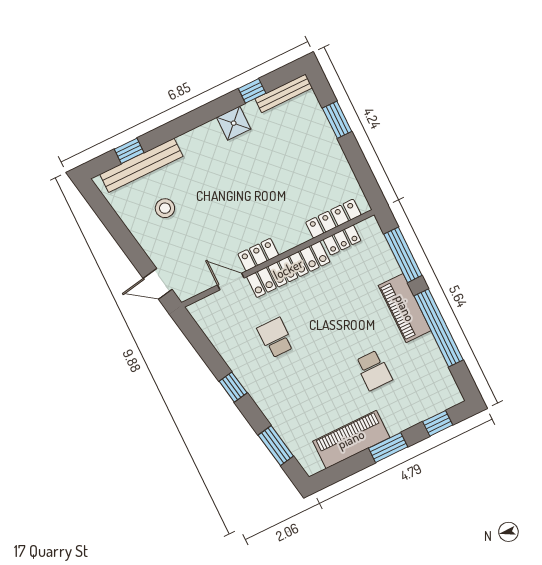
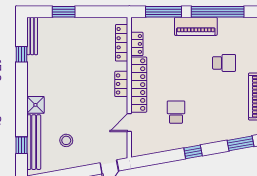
shower: (234, 123) -> (35, 105), moved
locker: (258, 255) -> (121, 84), moved
school desk: (276, 338) -> (176, 112), turned 90

